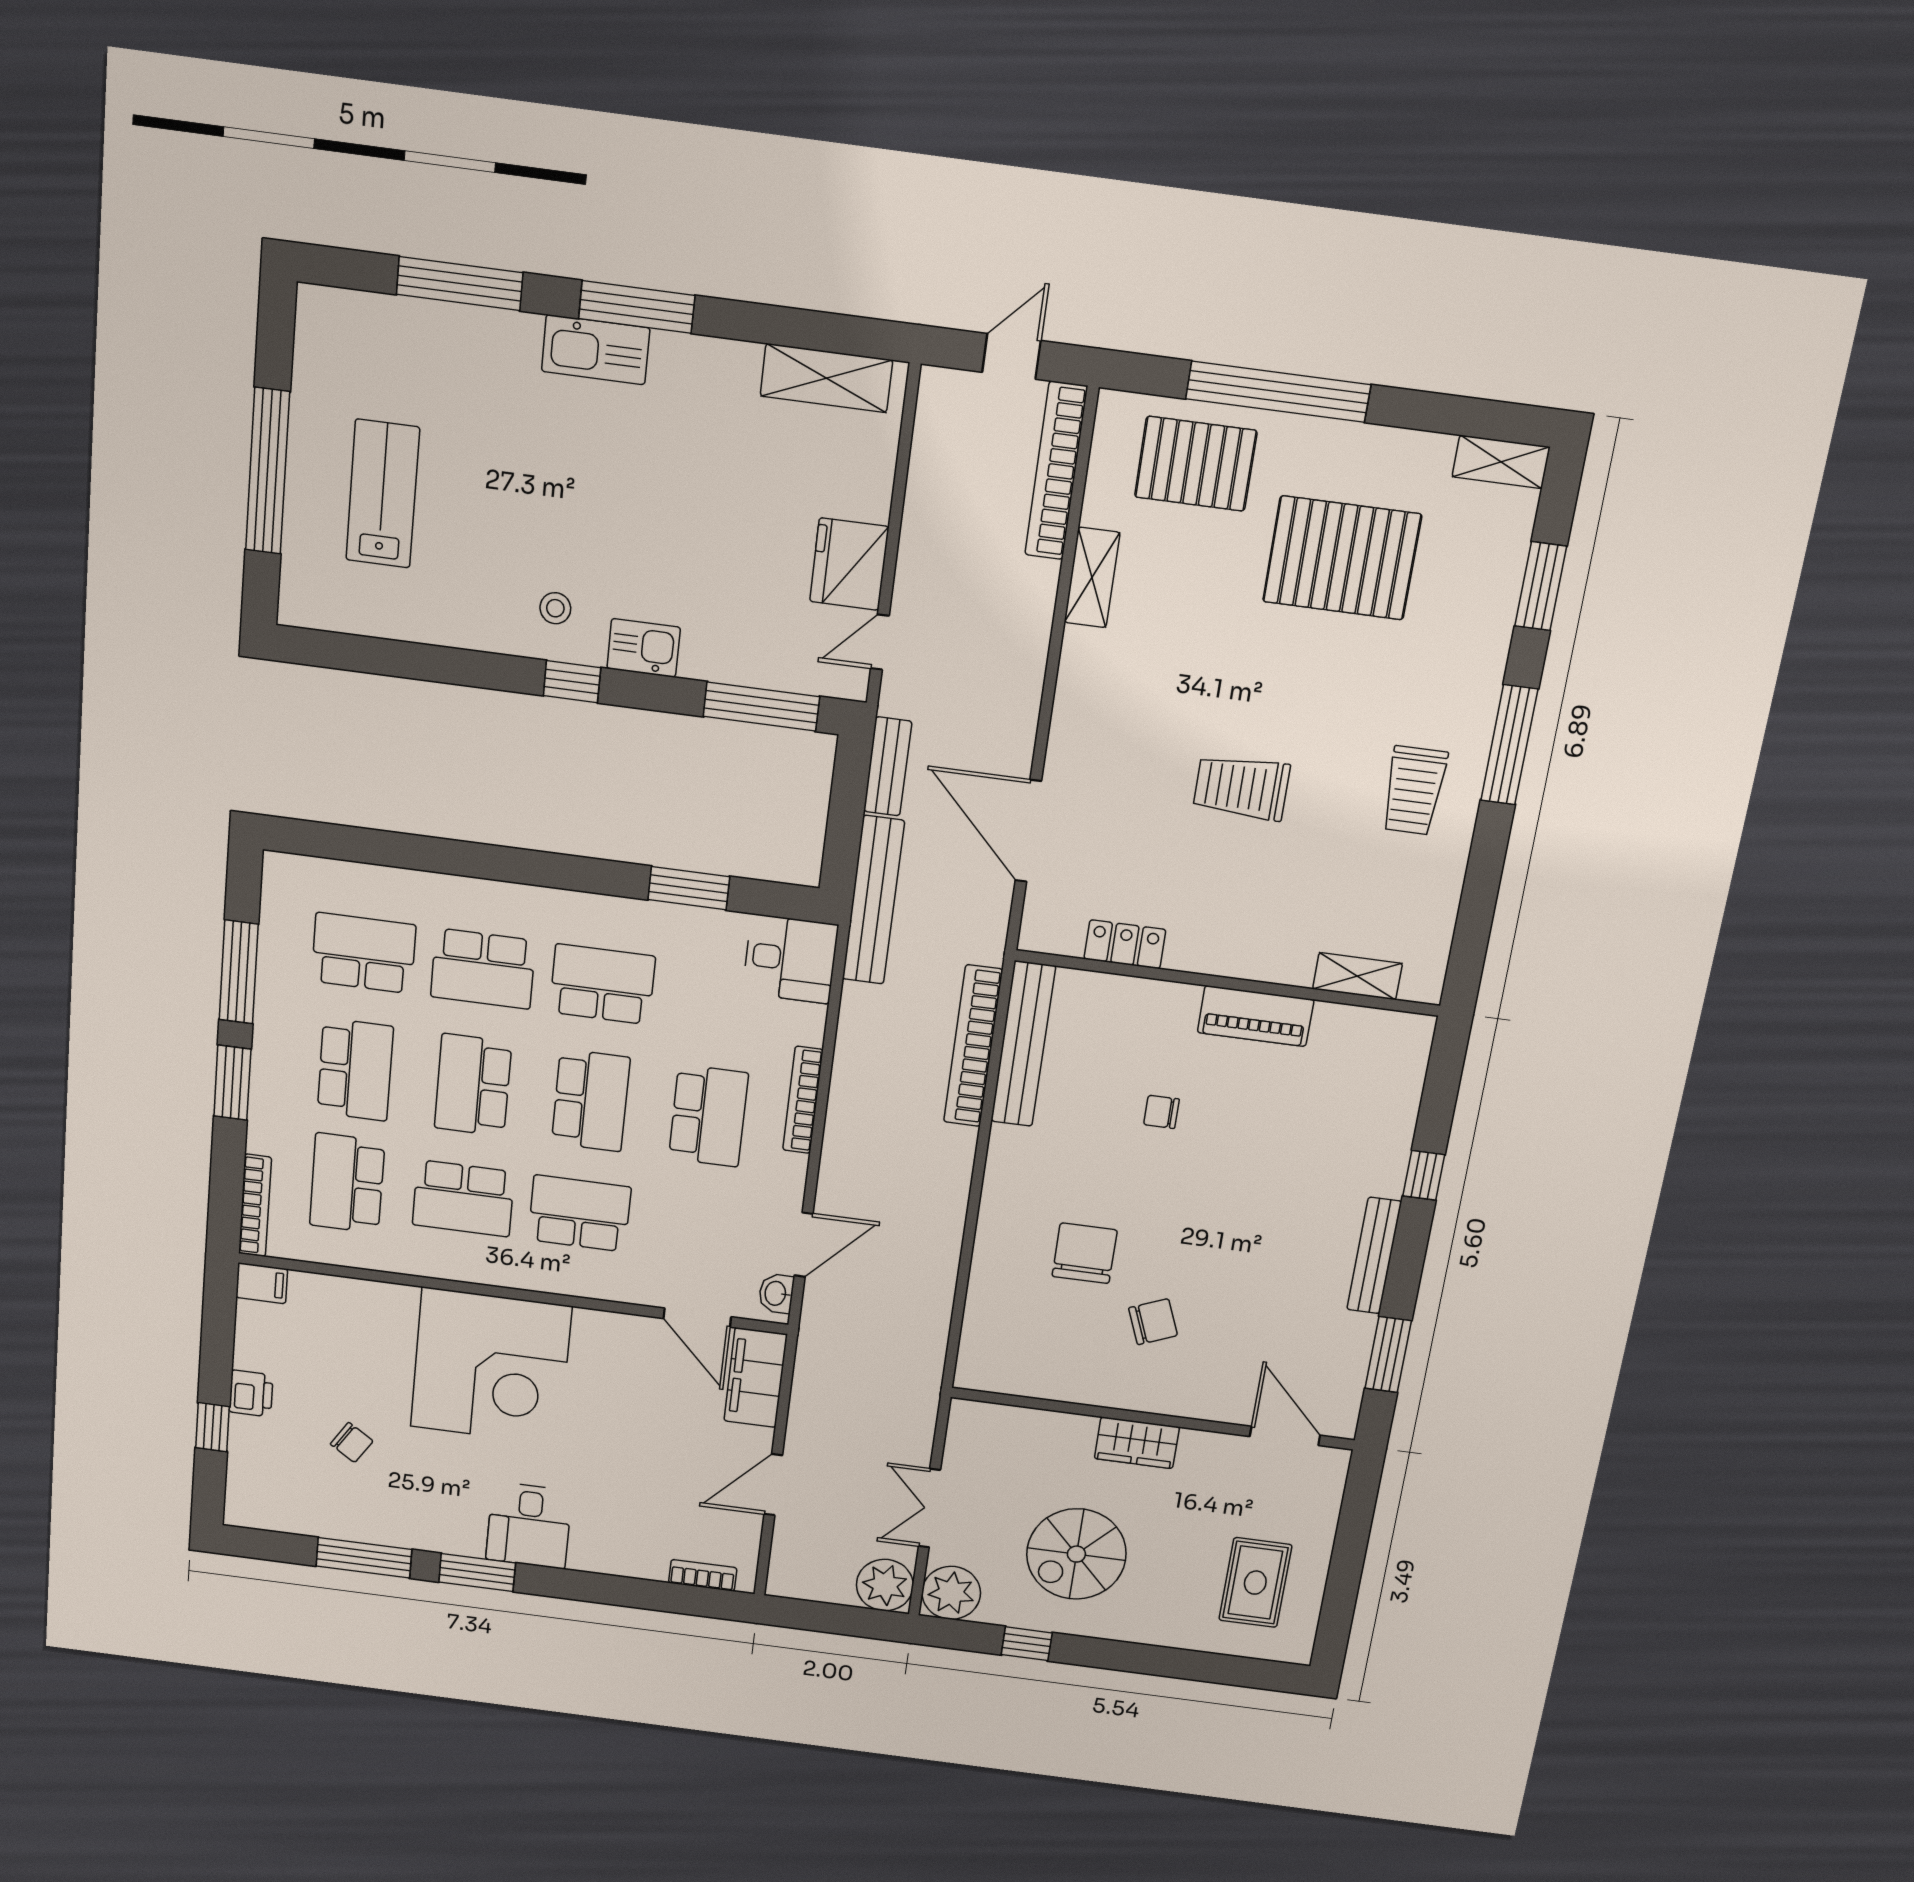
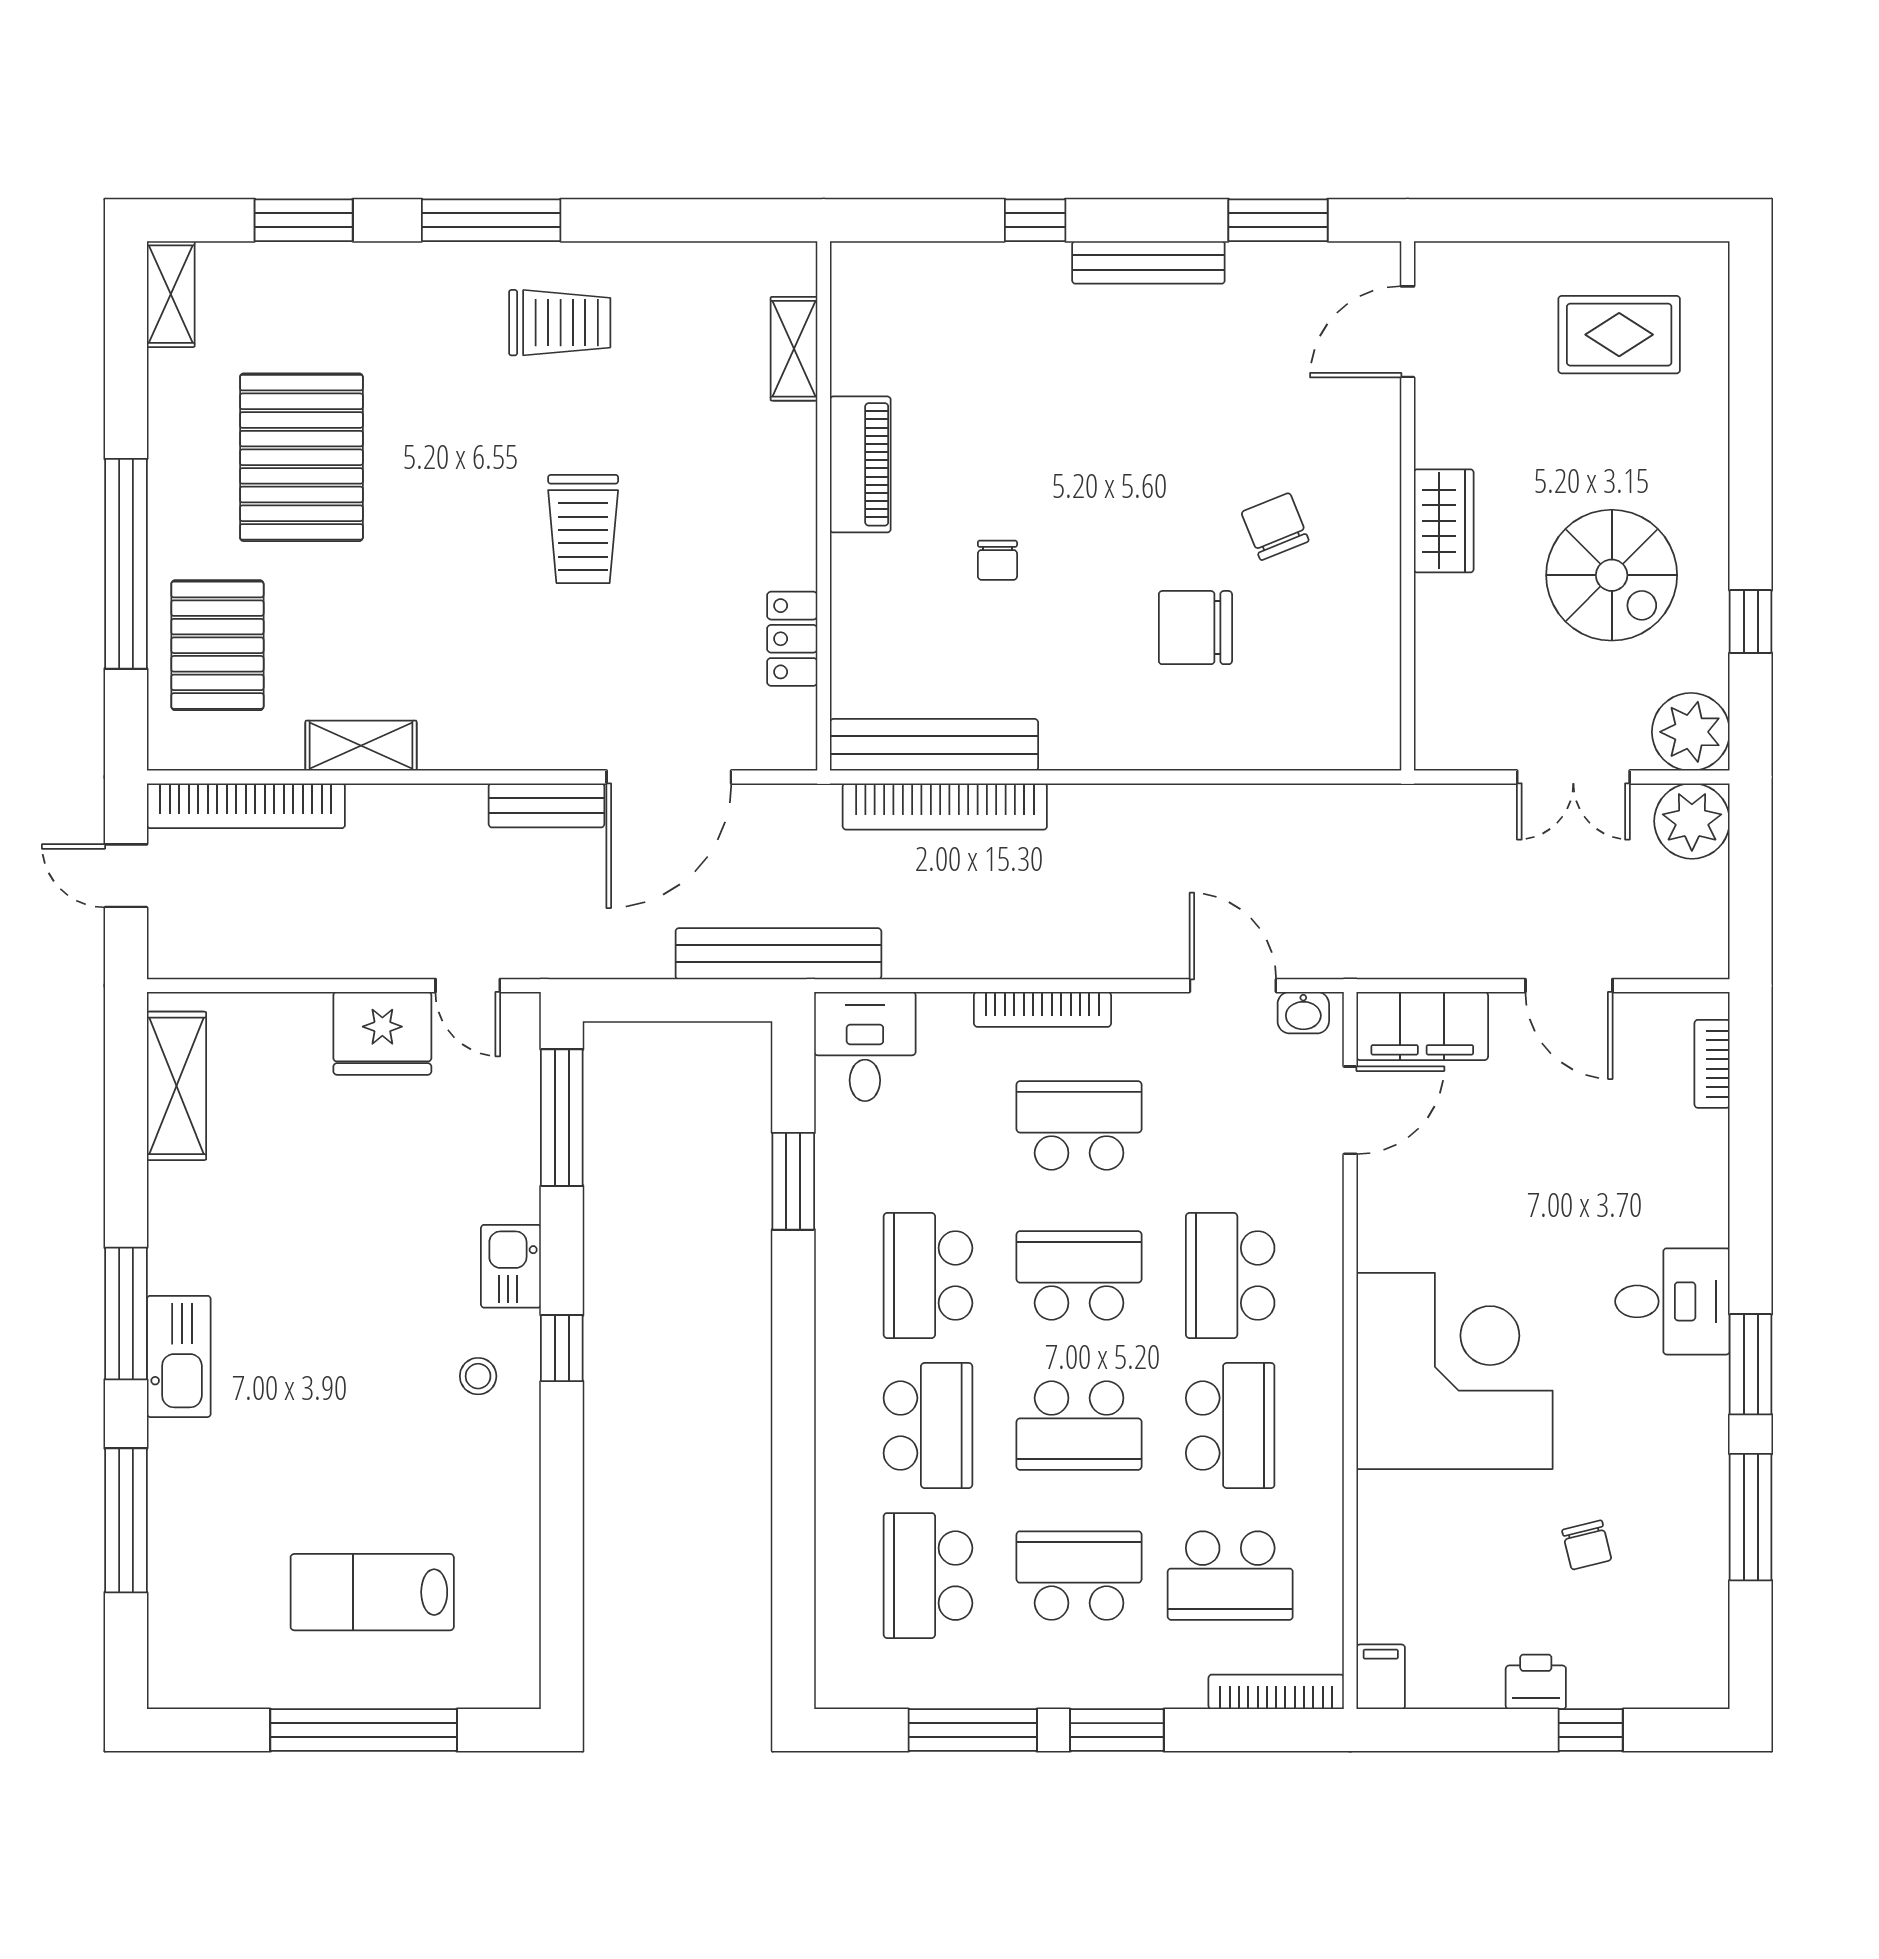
bench: (888, 766) -> (547, 805), moved
chair: (352, 1442) -> (1587, 1545), turned 133

